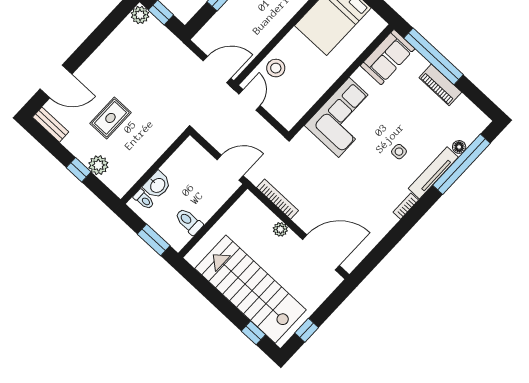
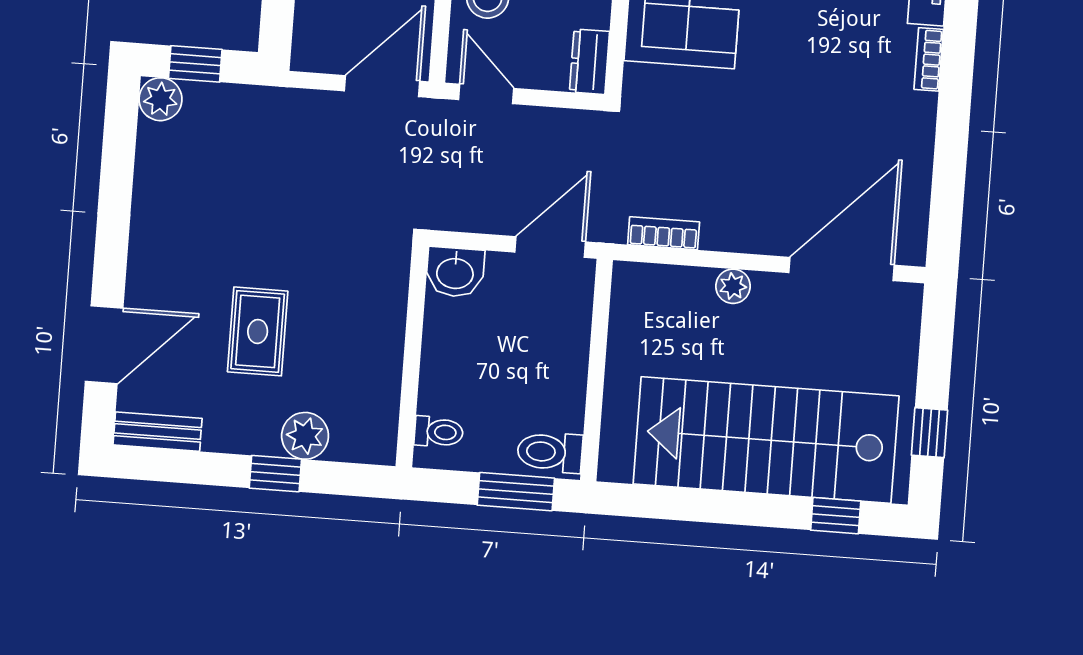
dresser: (292, 117) -> (589, 62), added
washbasin: (157, 185) -> (455, 272), moved, turned 90
bookcase: (278, 199) -> (664, 233), width x0.64
toilet: (189, 221) -> (550, 452), moved

